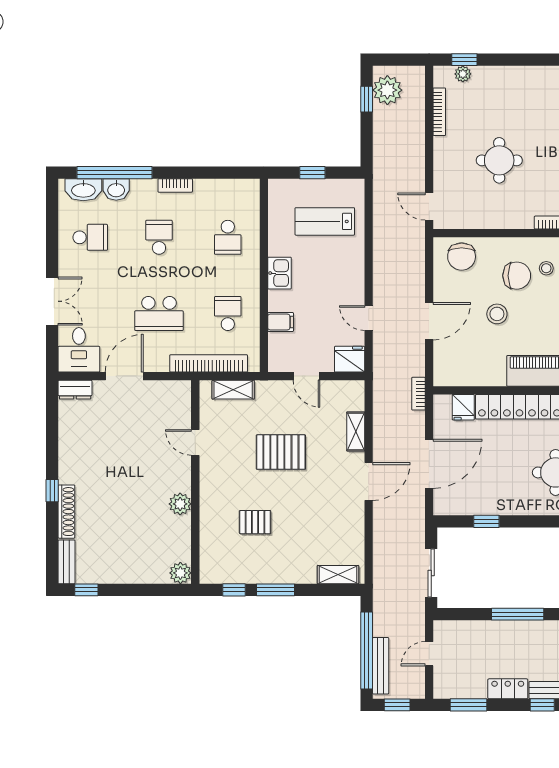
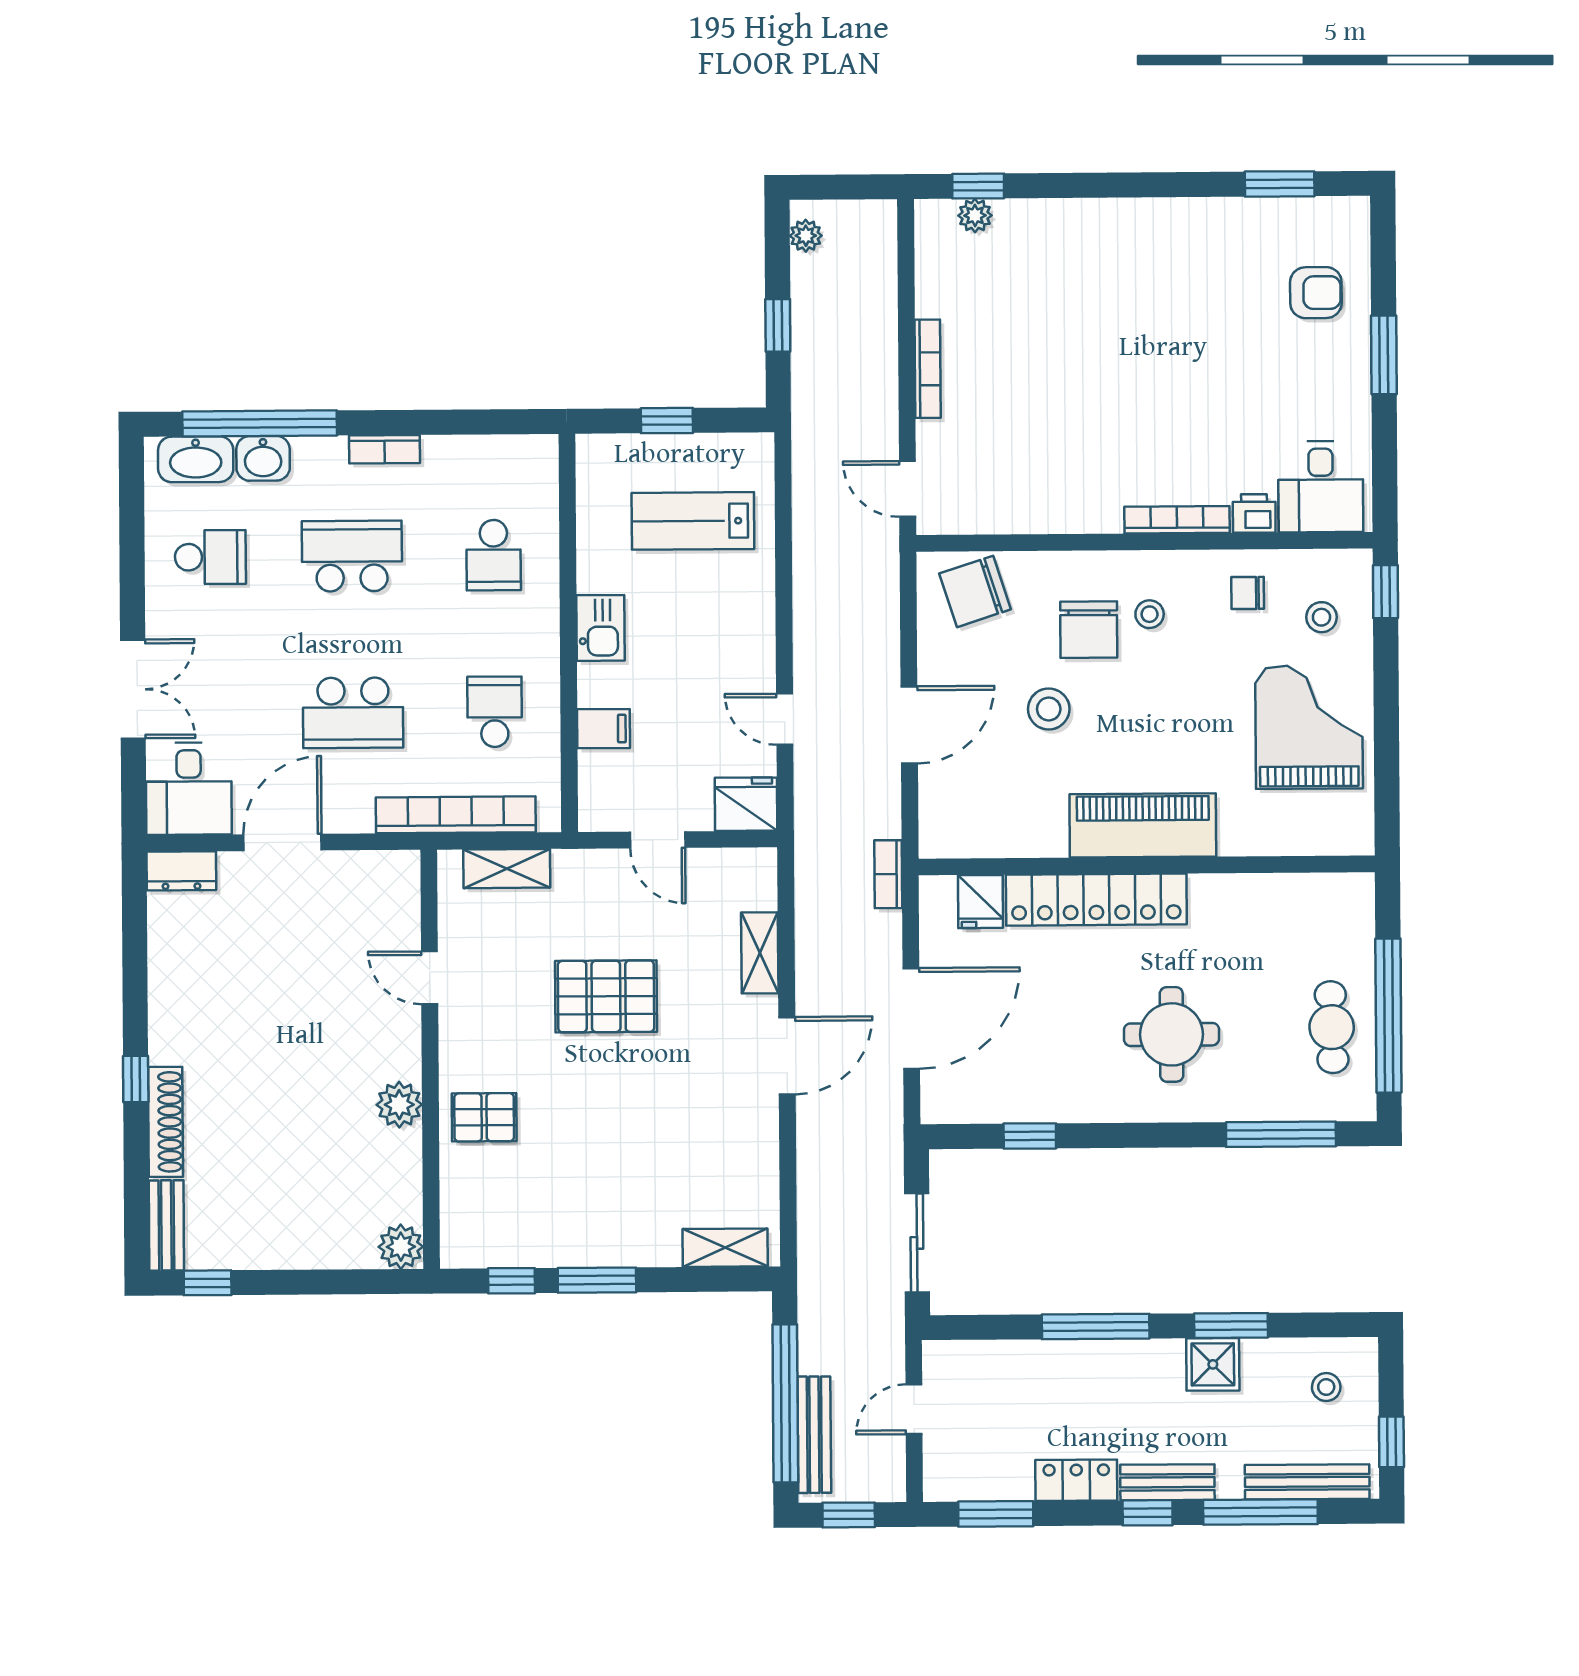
plant: (387, 90) -> (806, 236), width x0.53, depth x0.53
window: (367, 99) -> (778, 325), moved
bookcase: (439, 112) -> (928, 369), moved
round table: (499, 160) -> (1051, 393), removed
school desk: (159, 237) -> (352, 556), width x1.85
chair: (462, 257) -> (975, 591), turned 72
chair: (517, 276) -> (1089, 630), turned 90
pallet: (255, 522) -> (484, 1117), moved

